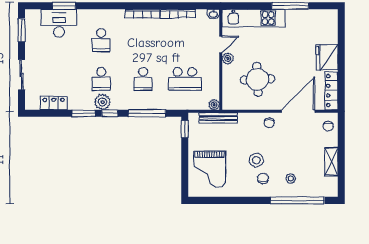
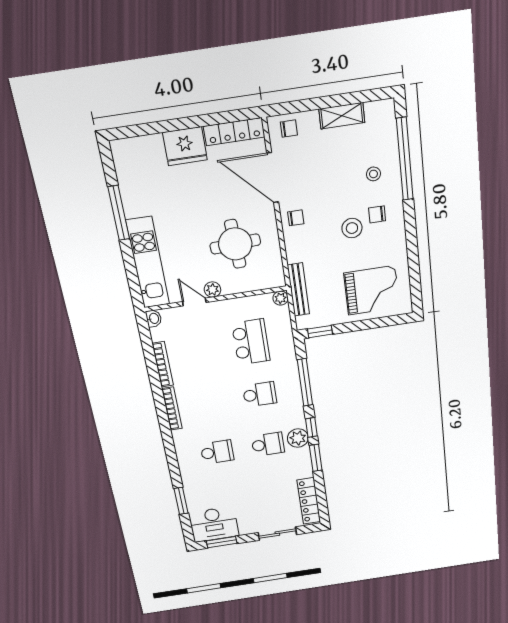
desk: (59, 23) -> (214, 524), moved, turned -90
locker: (54, 103) -> (309, 501), width x1.53

